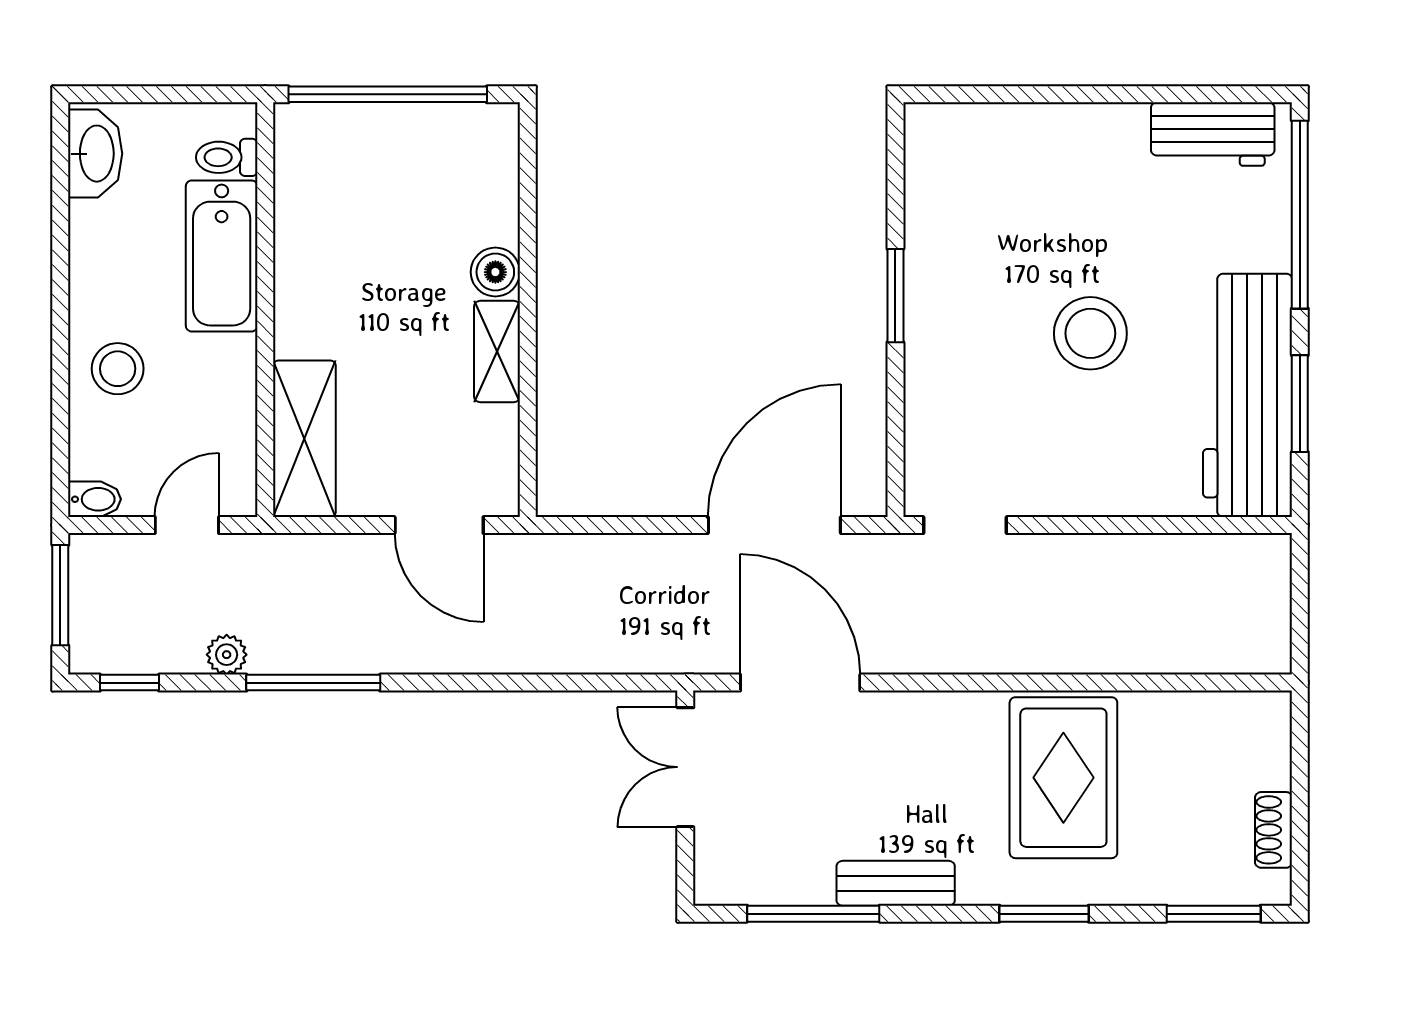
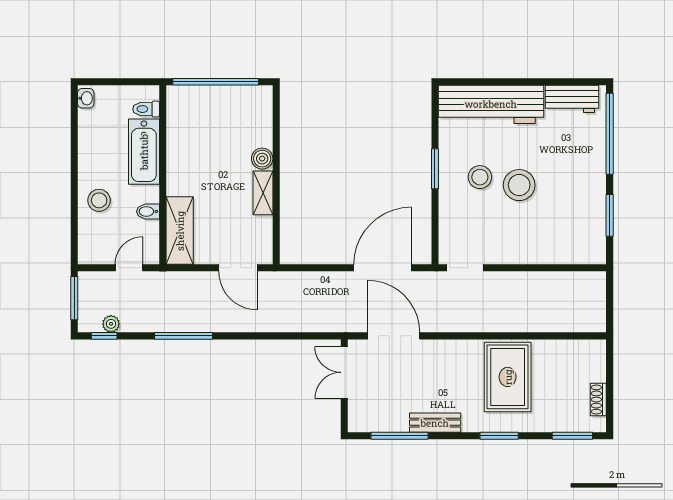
washbasin: (95, 154) -> (86, 98), width x0.52, depth x0.69
stool: (999, 315) -> (480, 177), added
workbench: (1248, 395) -> (491, 104), moved, turned -90
bidet: (94, 499) -> (148, 211), moved, turned 180
plant: (227, 655) -> (111, 324), moved

